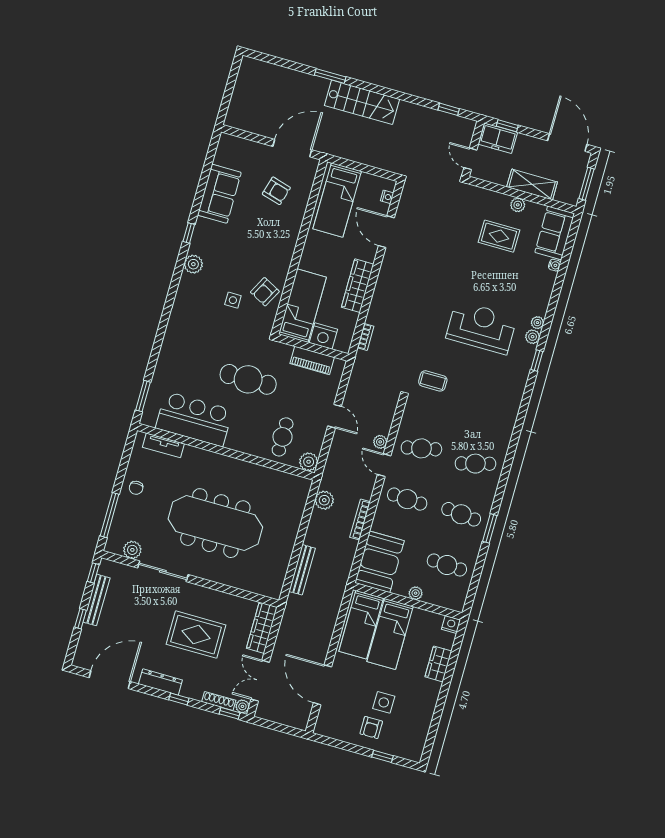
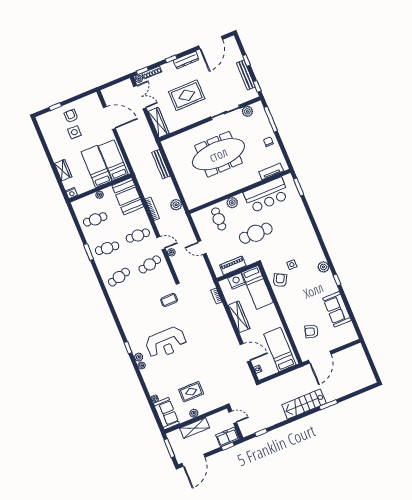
door: (567, 143) -> (194, 460), hinge flipped
plant: (309, 462) -> (232, 203), moved

